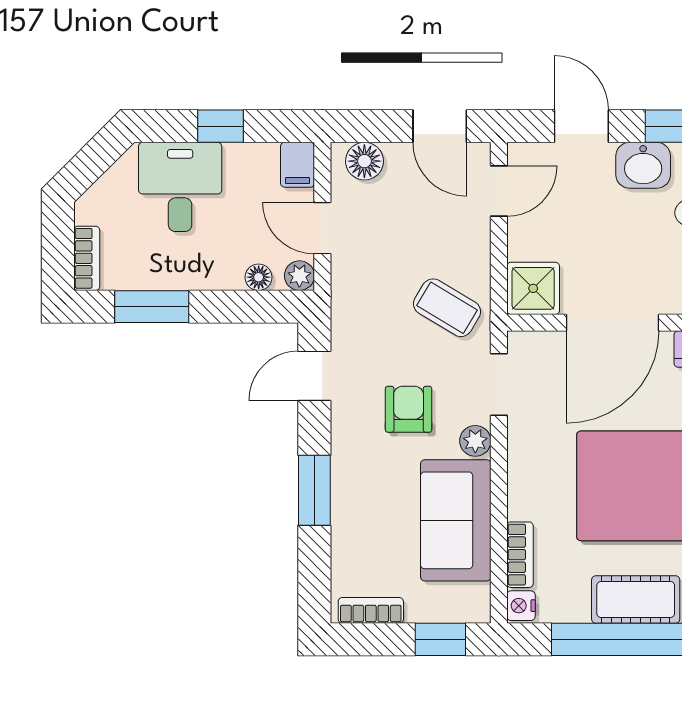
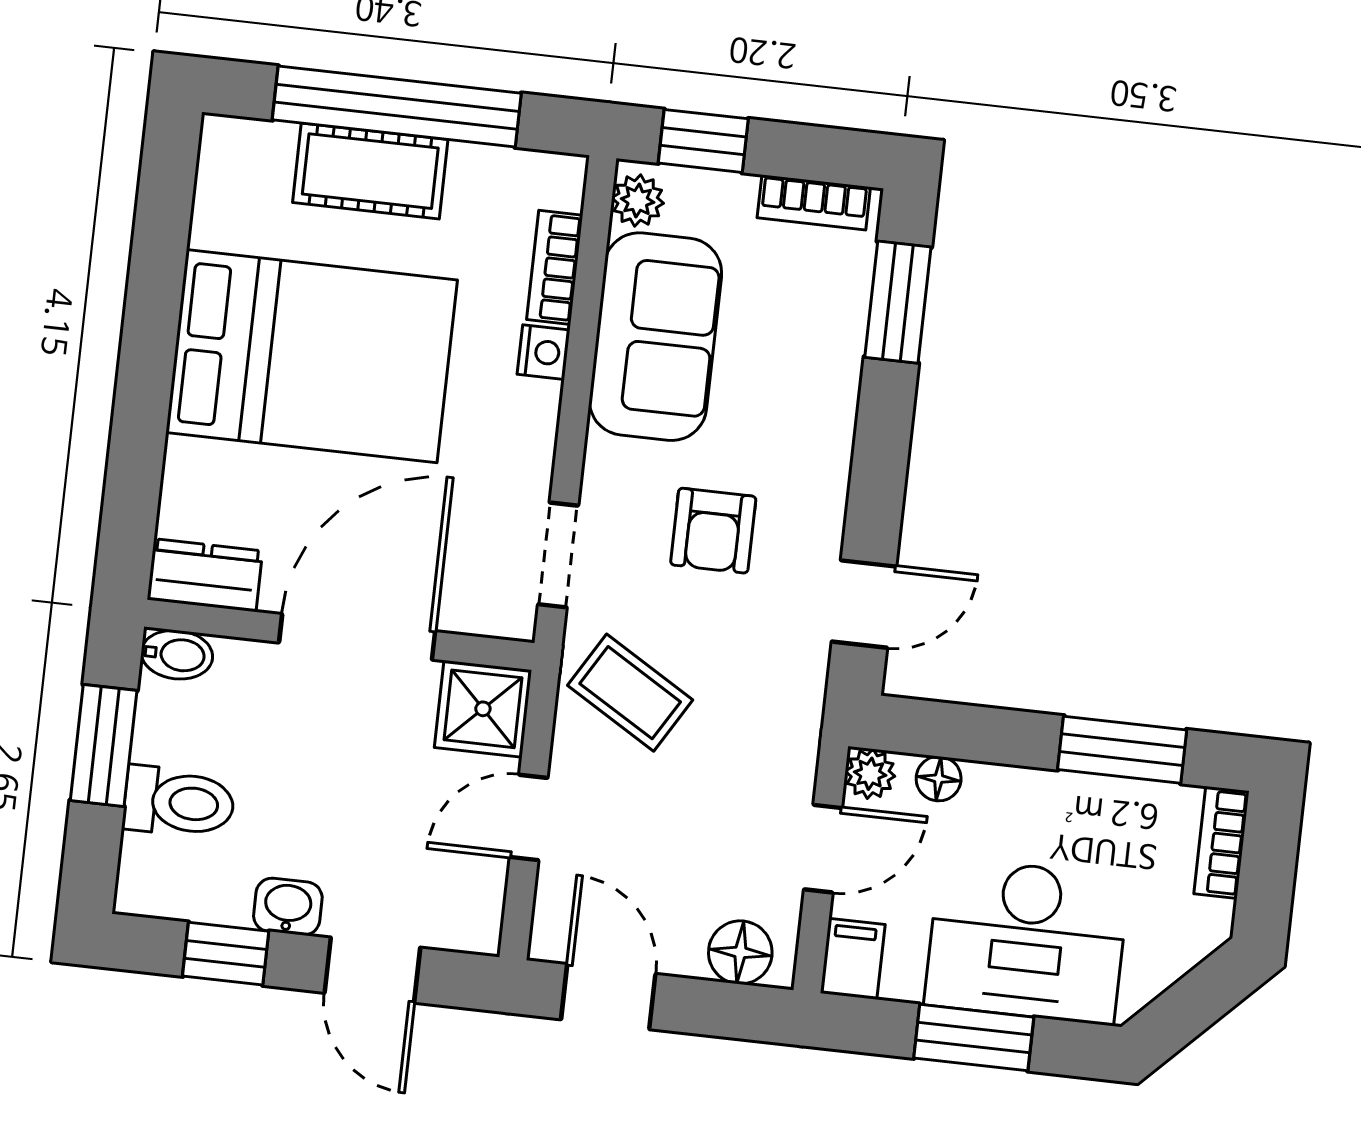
window: (221, 126) -> (974, 1038), width x1.50
washbasin: (643, 165) -> (288, 907), width x0.72, depth x0.69
desk: (180, 187) -> (1027, 941), width x1.37
door: (499, 191) -> (529, 817), moved
door: (322, 228) -> (823, 849), hinge flipped
plant: (475, 441) -> (638, 201), moved
window: (314, 490) -> (898, 302), moved
nightstand: (521, 606) -> (544, 352), moved

